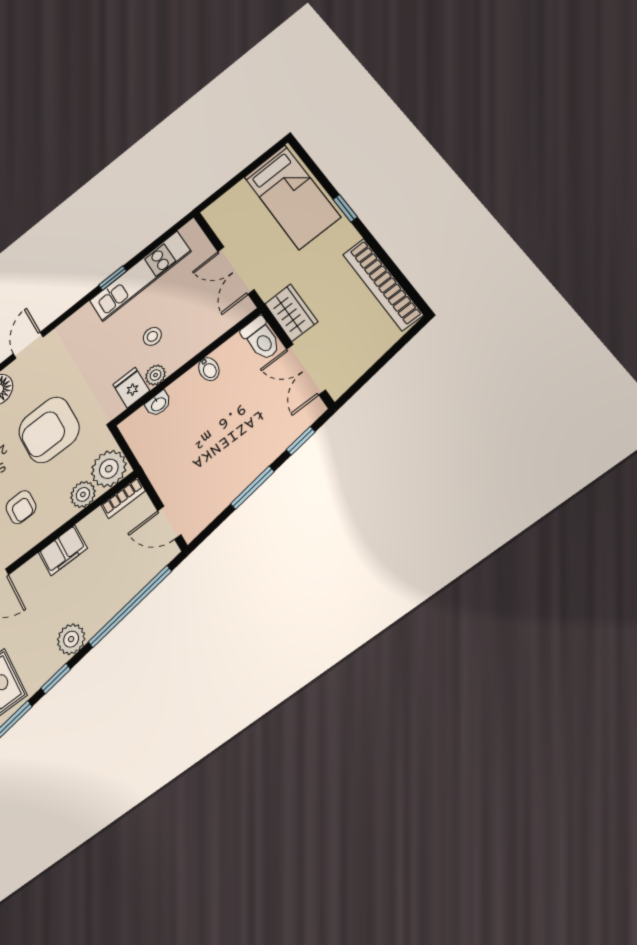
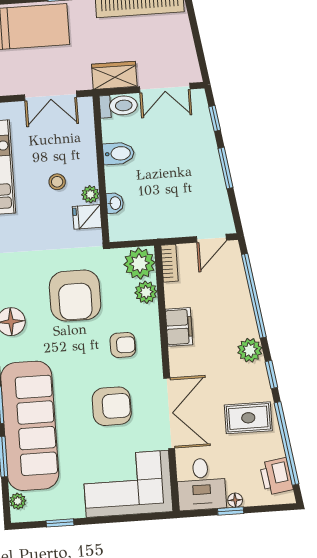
bidet: (209, 369) -> (119, 153), width x1.38, depth x1.36

